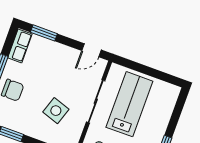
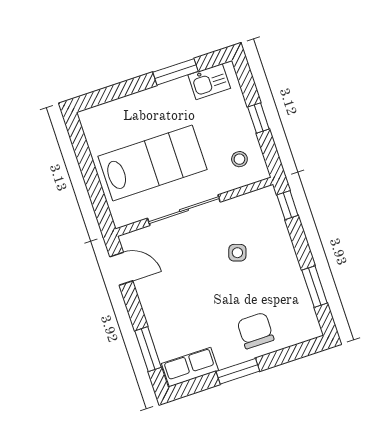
lab bench: (129, 104) -> (153, 163), turned 180
side table: (56, 111) -> (237, 253), width x0.54, depth x0.54

